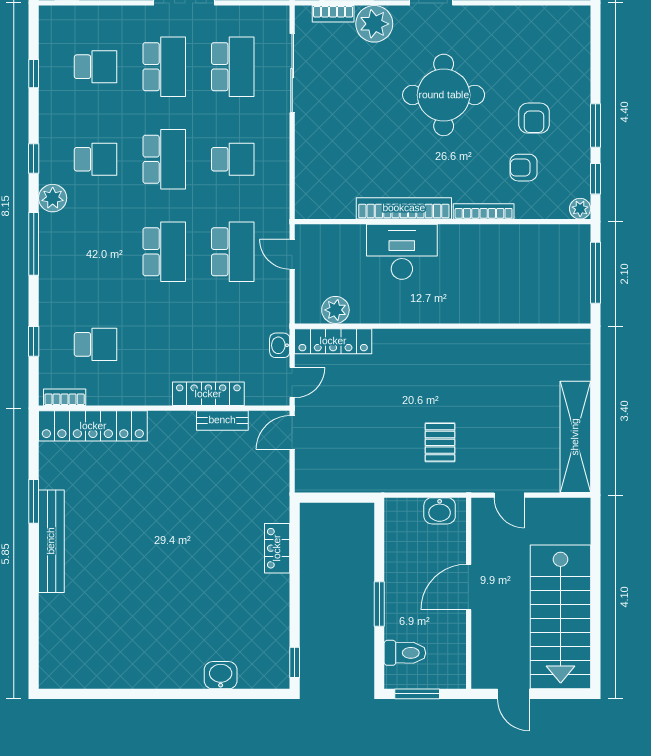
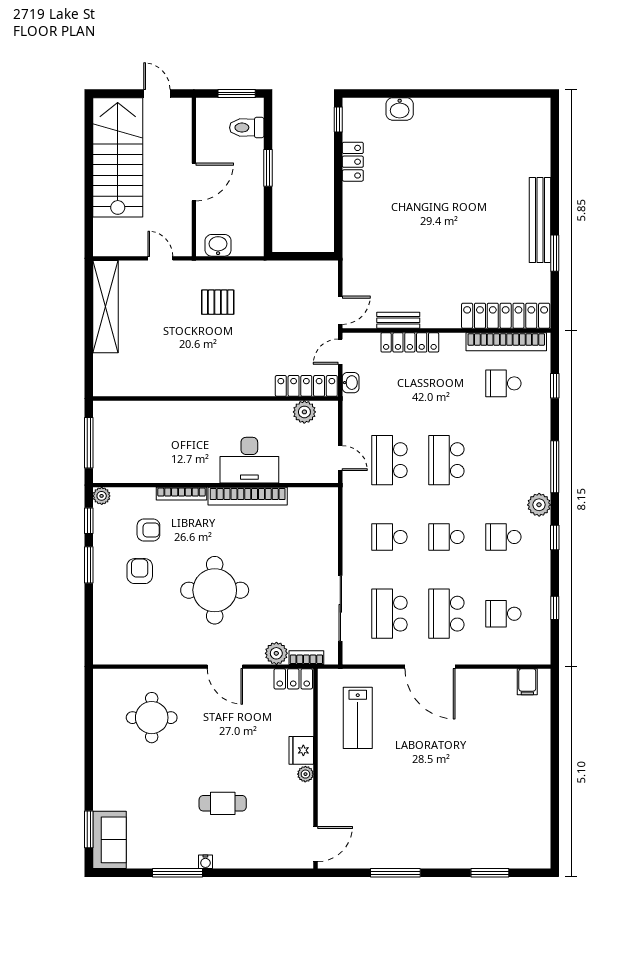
plant: (374, 24) -> (276, 653), width x0.73, depth x0.73
school desk: (164, 159) -> (446, 537), width x0.54
bookcase: (65, 397) -> (506, 342), width x2.31, depth x1.31
pallet: (440, 442) -> (218, 302), turned 90
locker: (277, 548) -> (353, 162), moved

